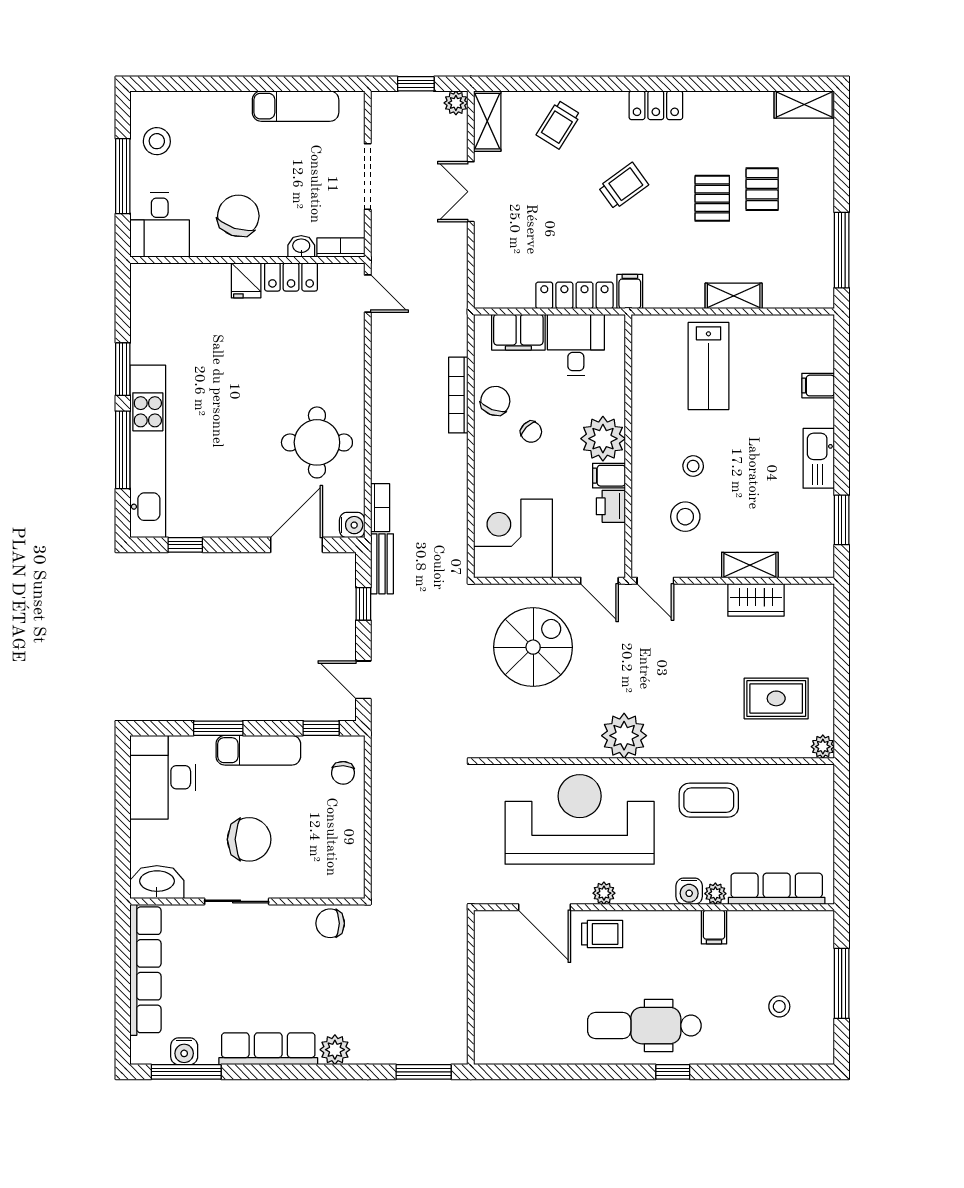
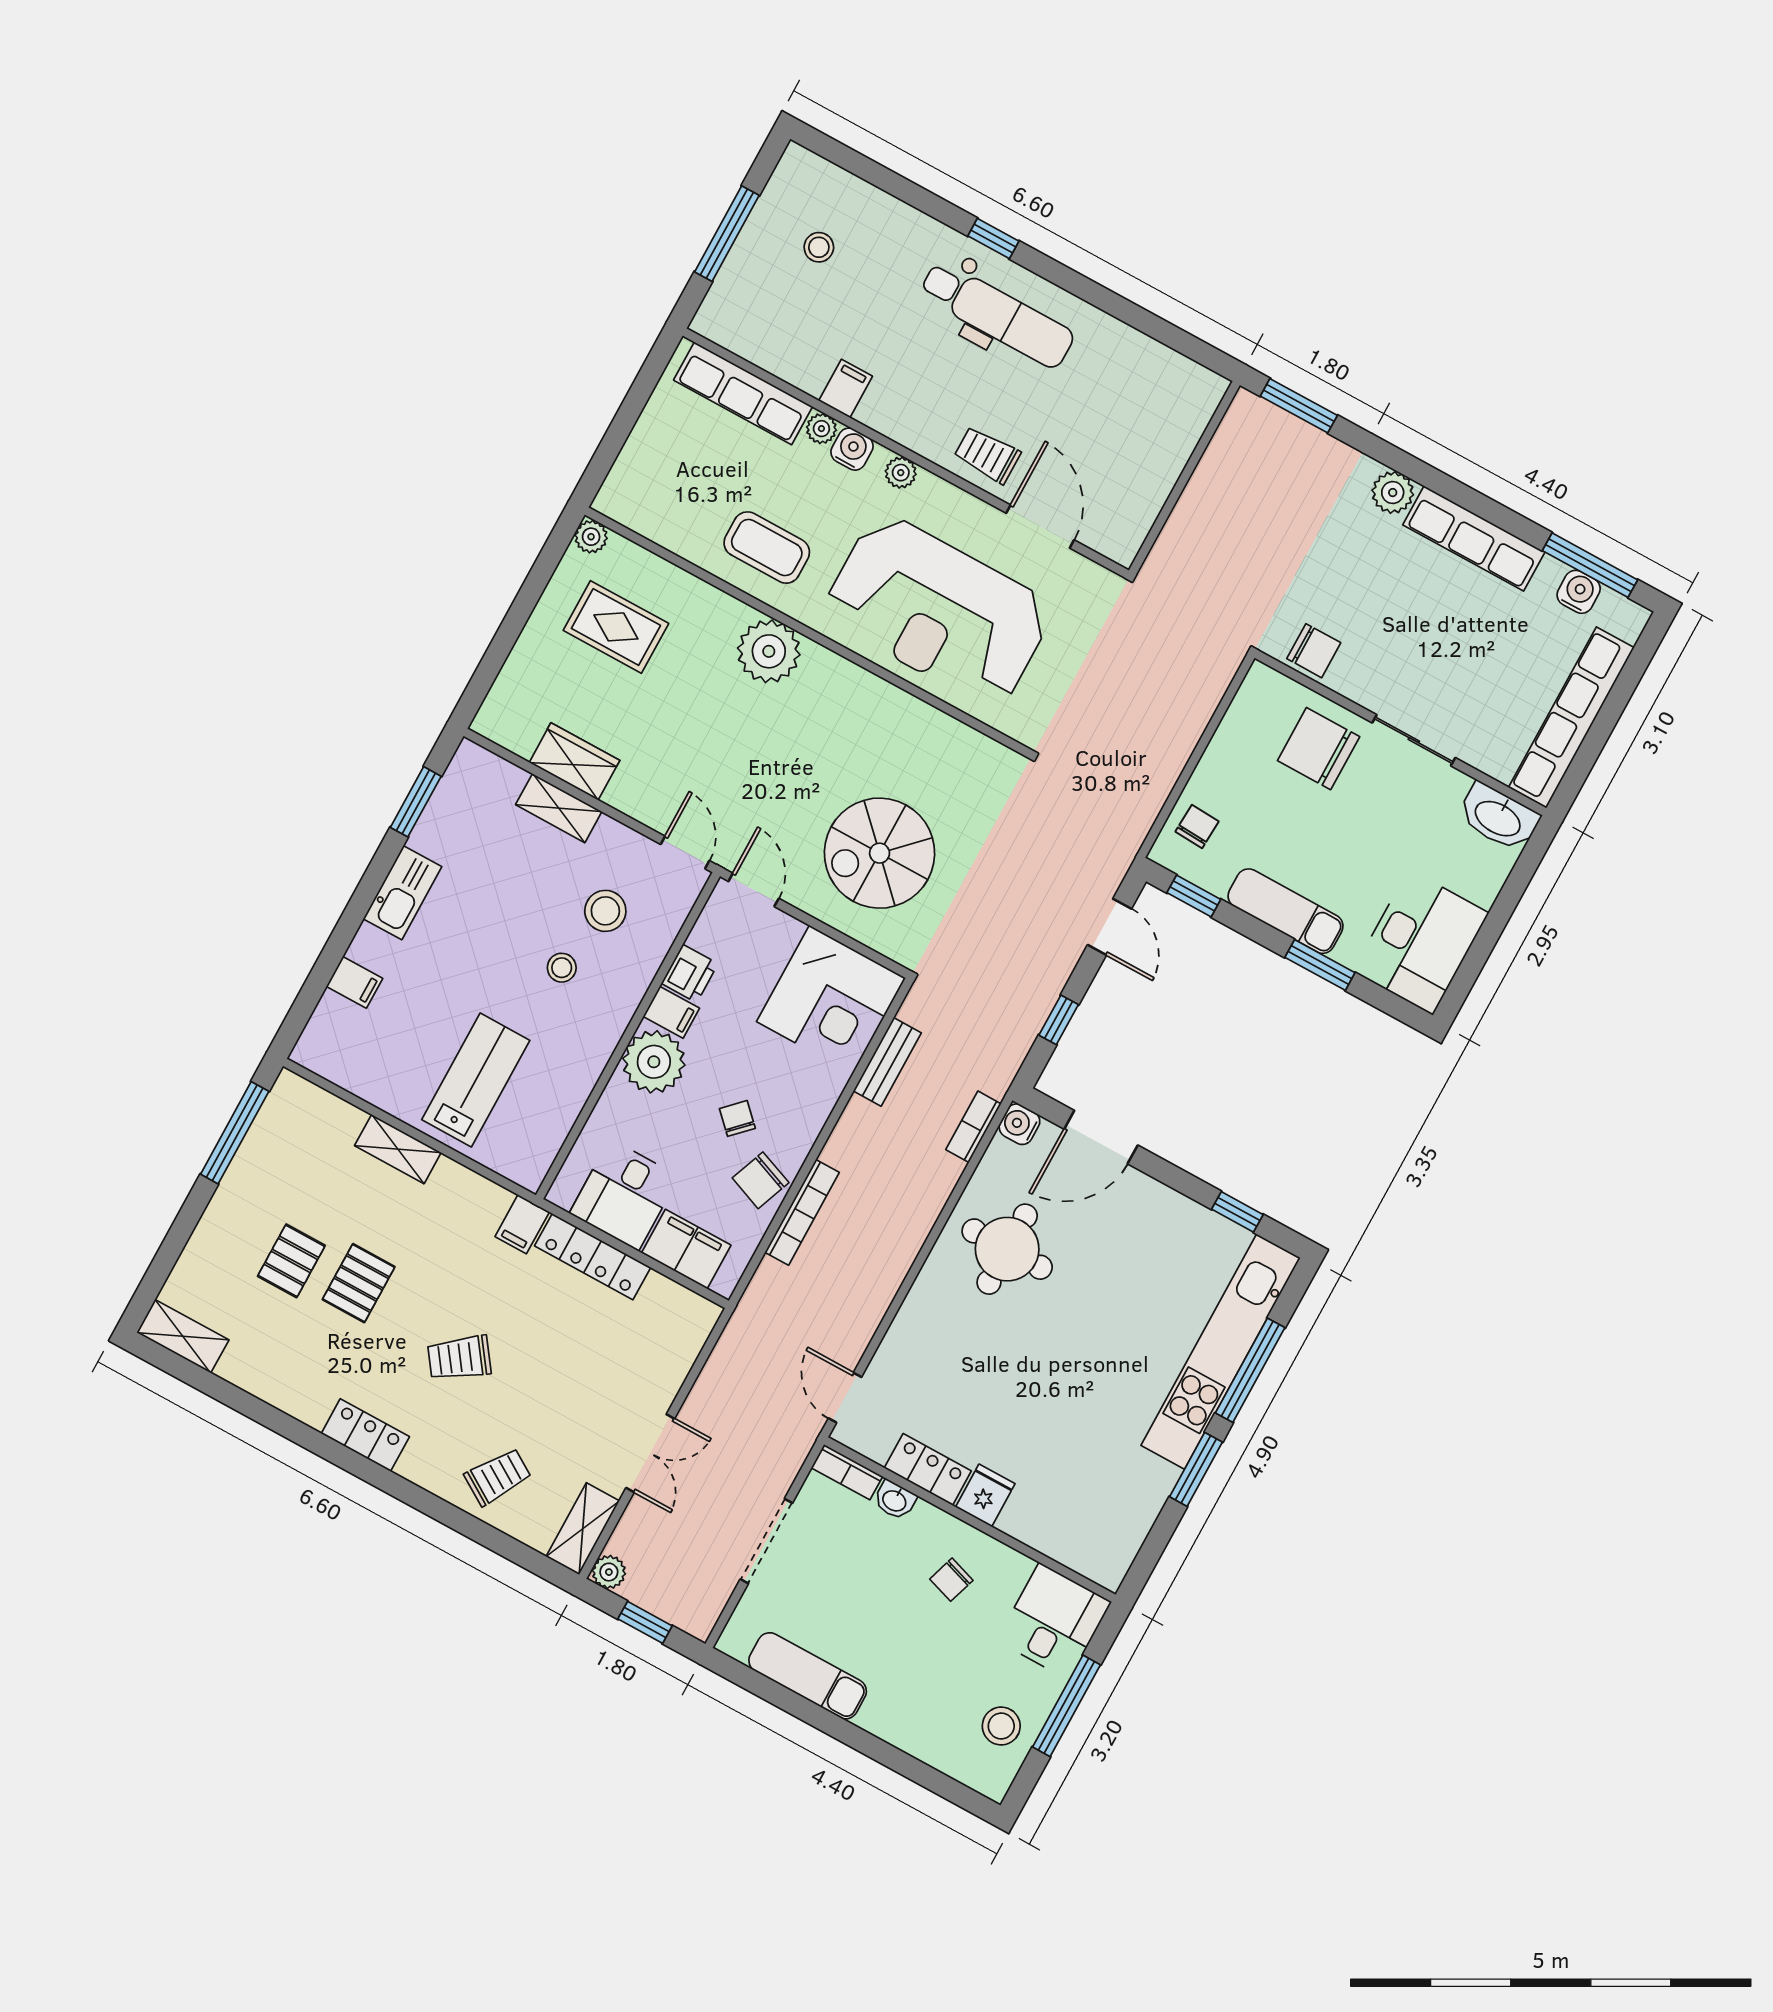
chair: (238, 216) -> (951, 1580), width x0.54, depth x0.54
bench: (382, 564) -> (887, 1062), moved
plant: (624, 736) -> (769, 651), moved
chair: (249, 839) -> (1319, 749), moved
plant: (604, 893) -> (901, 473), moved

